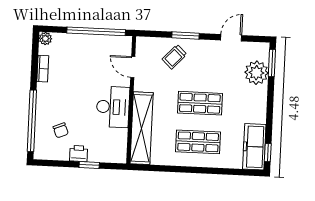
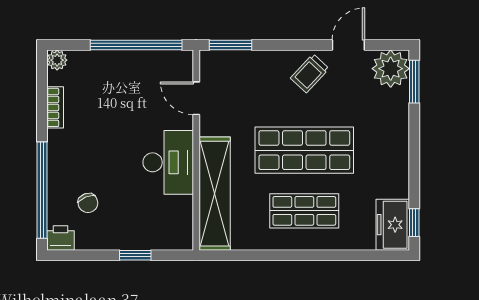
window: (186, 35) -> (230, 45), moved
trolley: (174, 57) -> (310, 73), moved
plant: (256, 73) -> (391, 69), moved
shop shelf: (200, 103) -> (304, 150), width x1.43, depth x1.36
freezer: (254, 147) -> (393, 225), width x0.71
printer: (79, 153) -> (61, 238), moved

